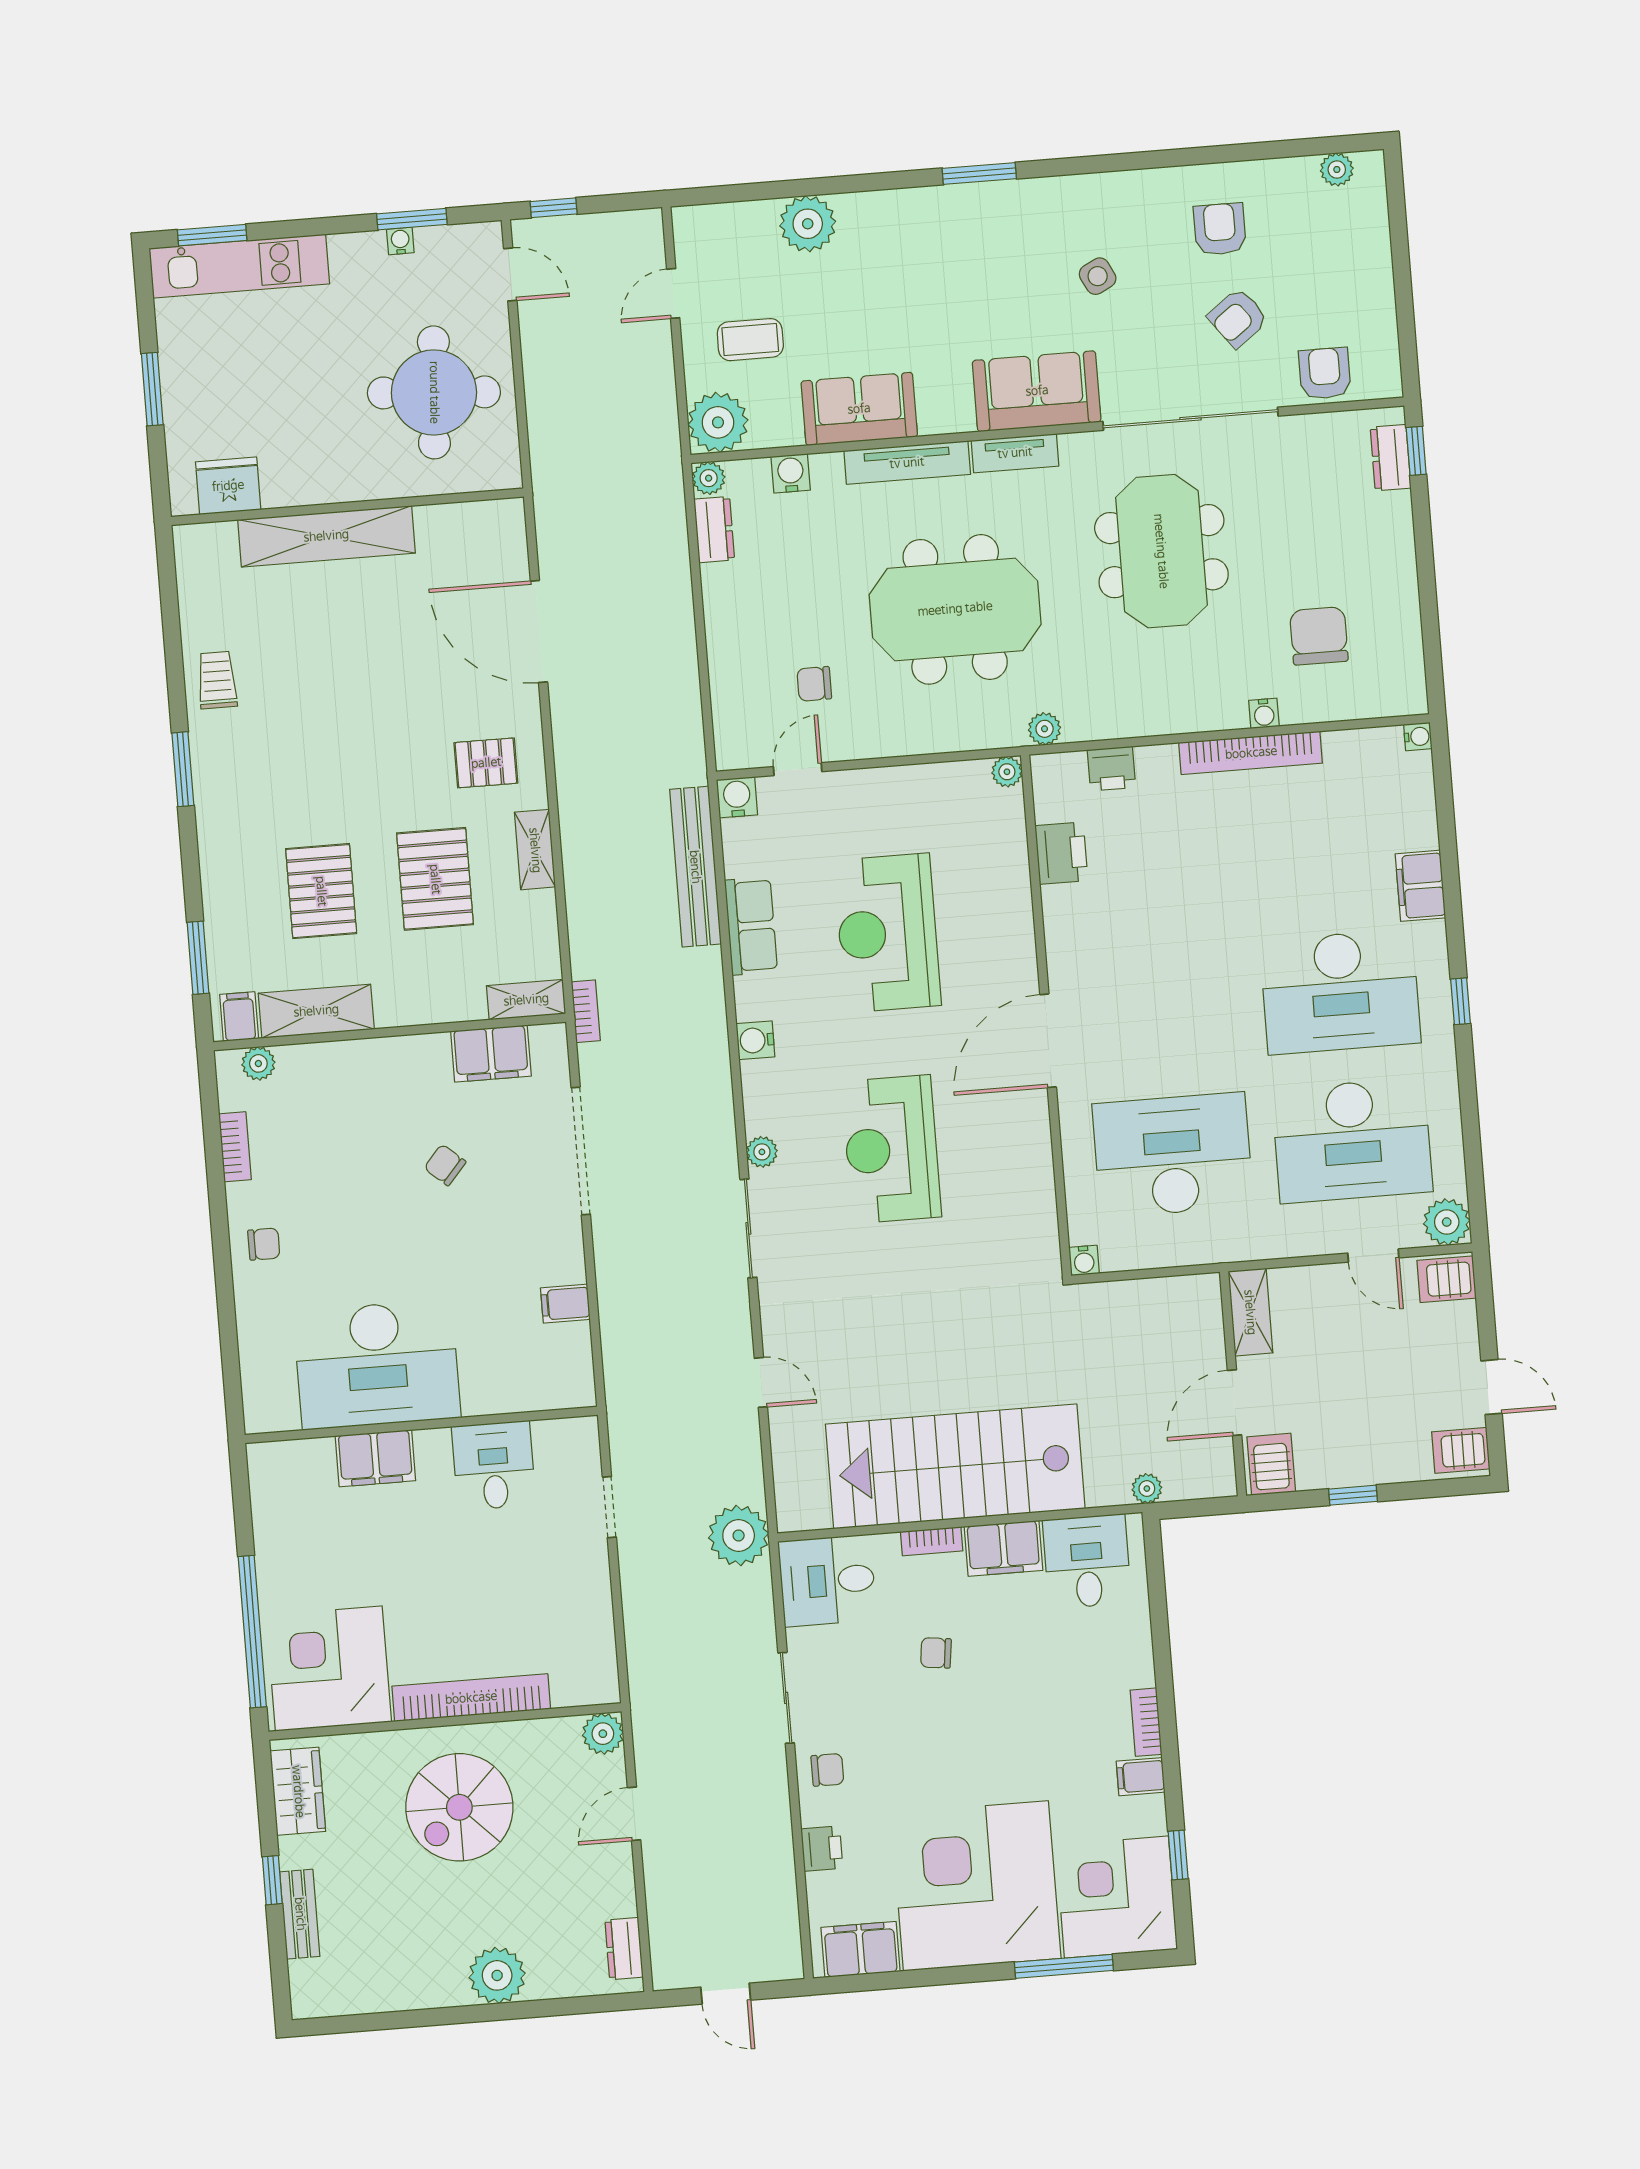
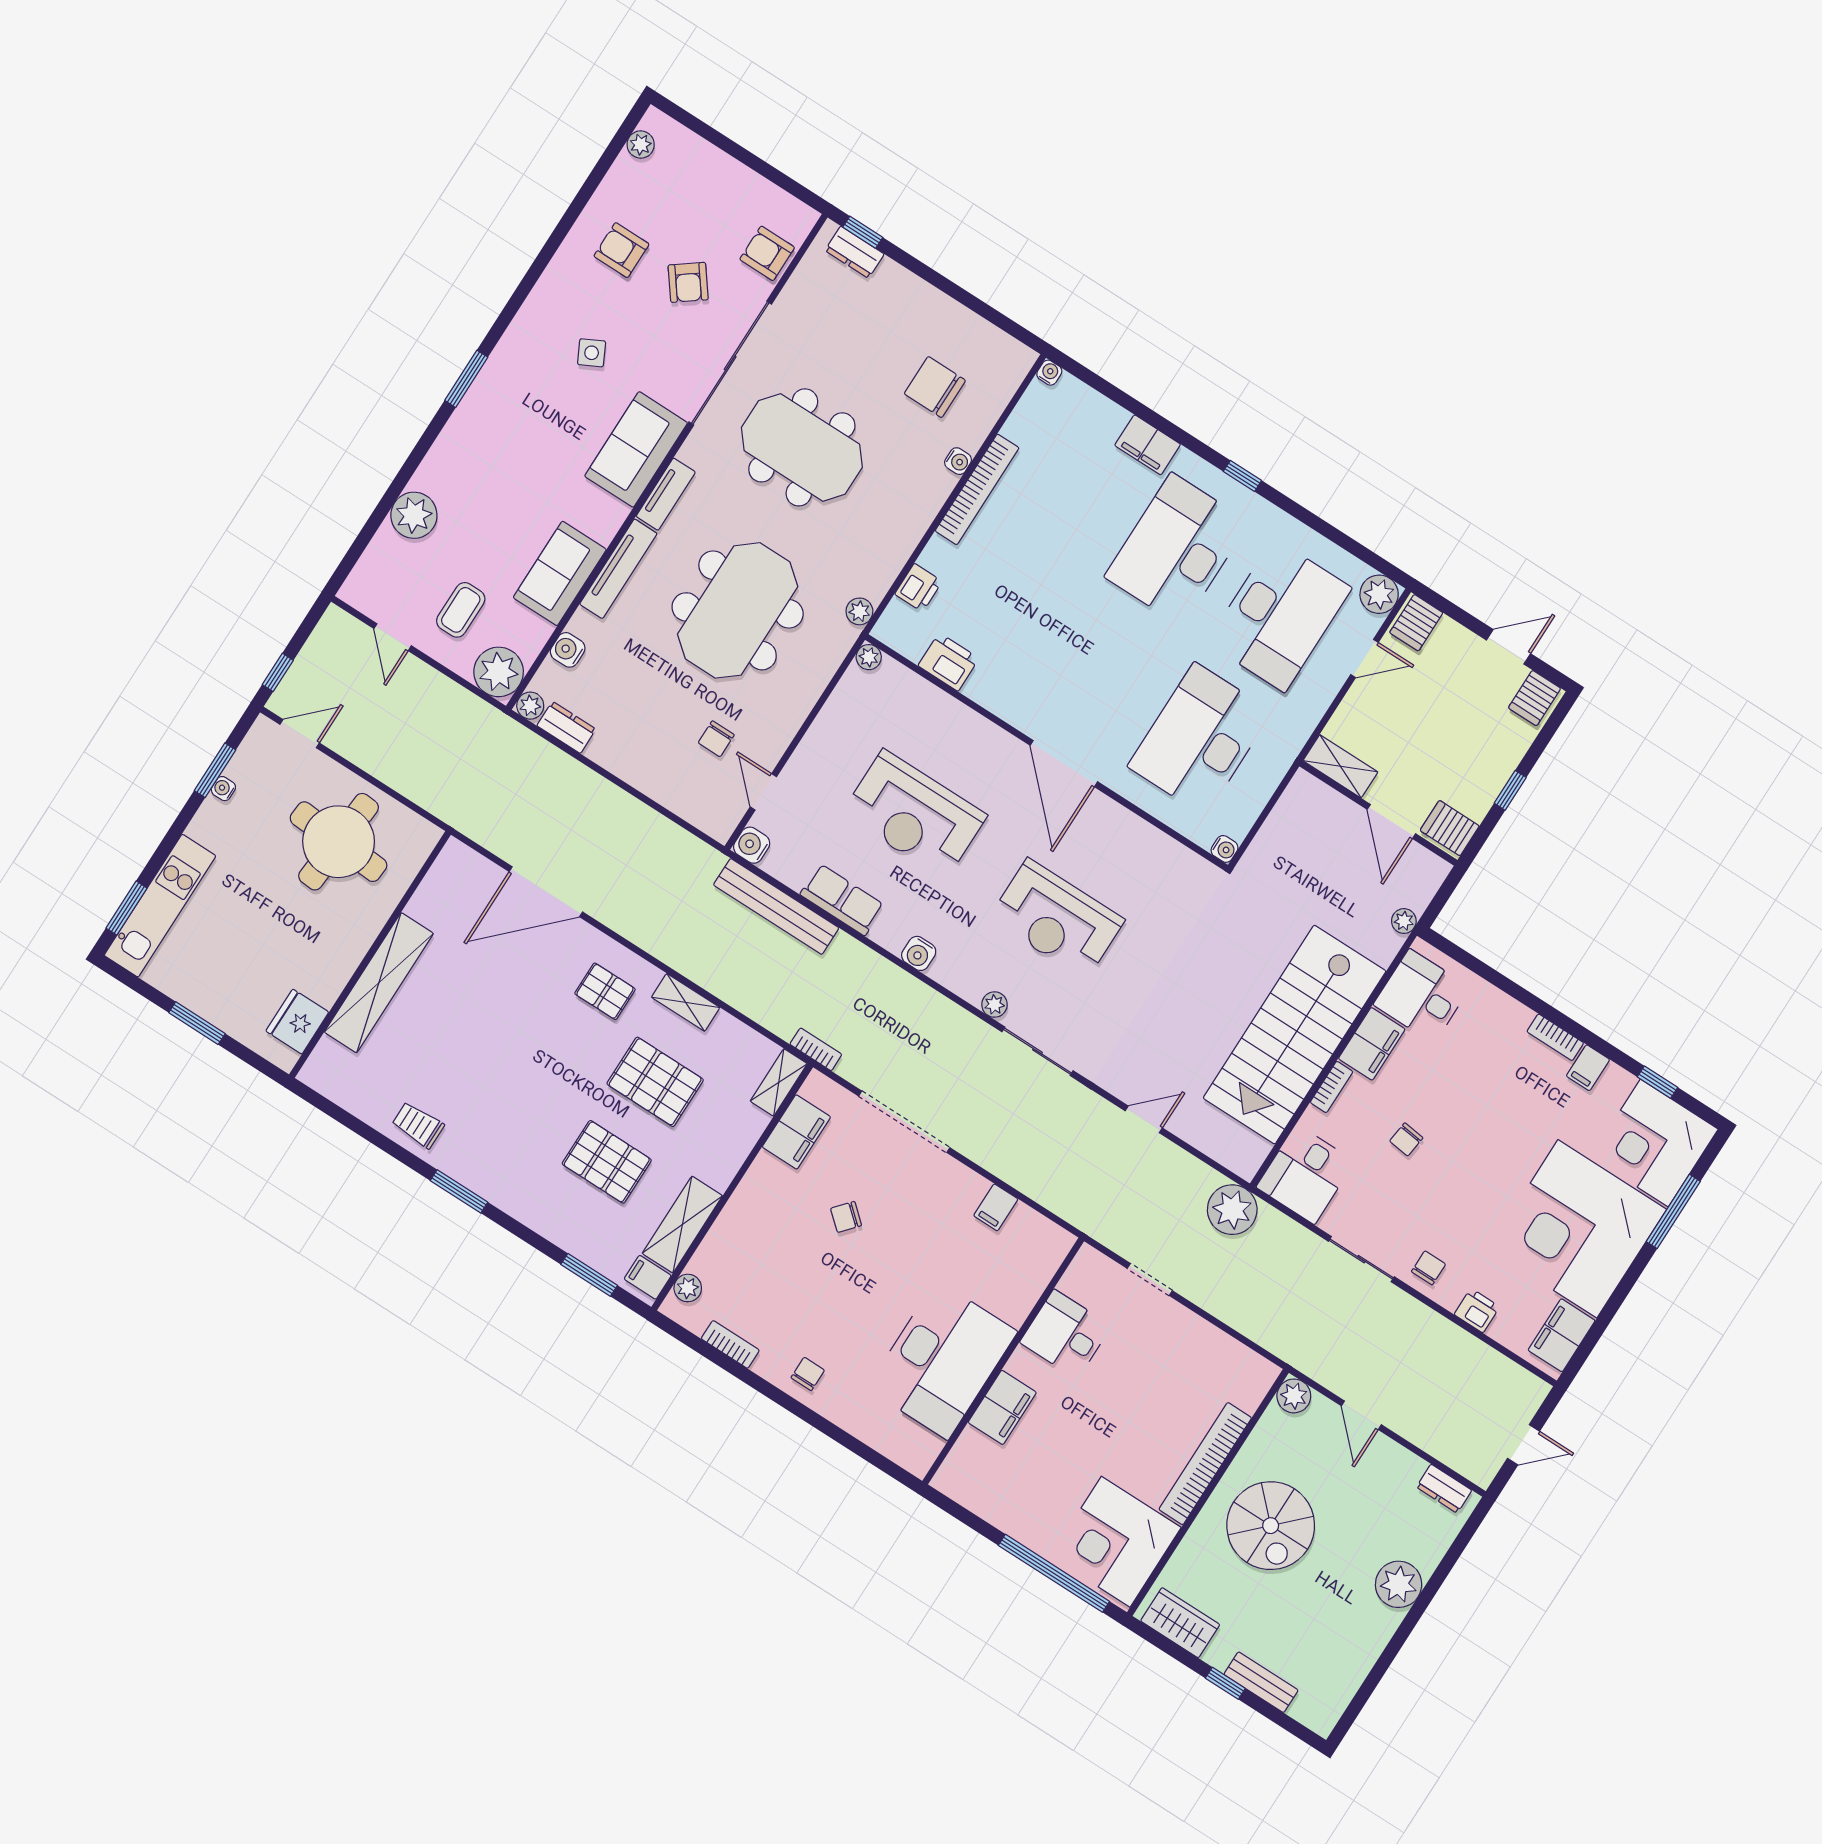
pallet: (486, 763) -> (605, 991), turned 90
desk: (1340, 992) -> (1177, 549), turned 180

